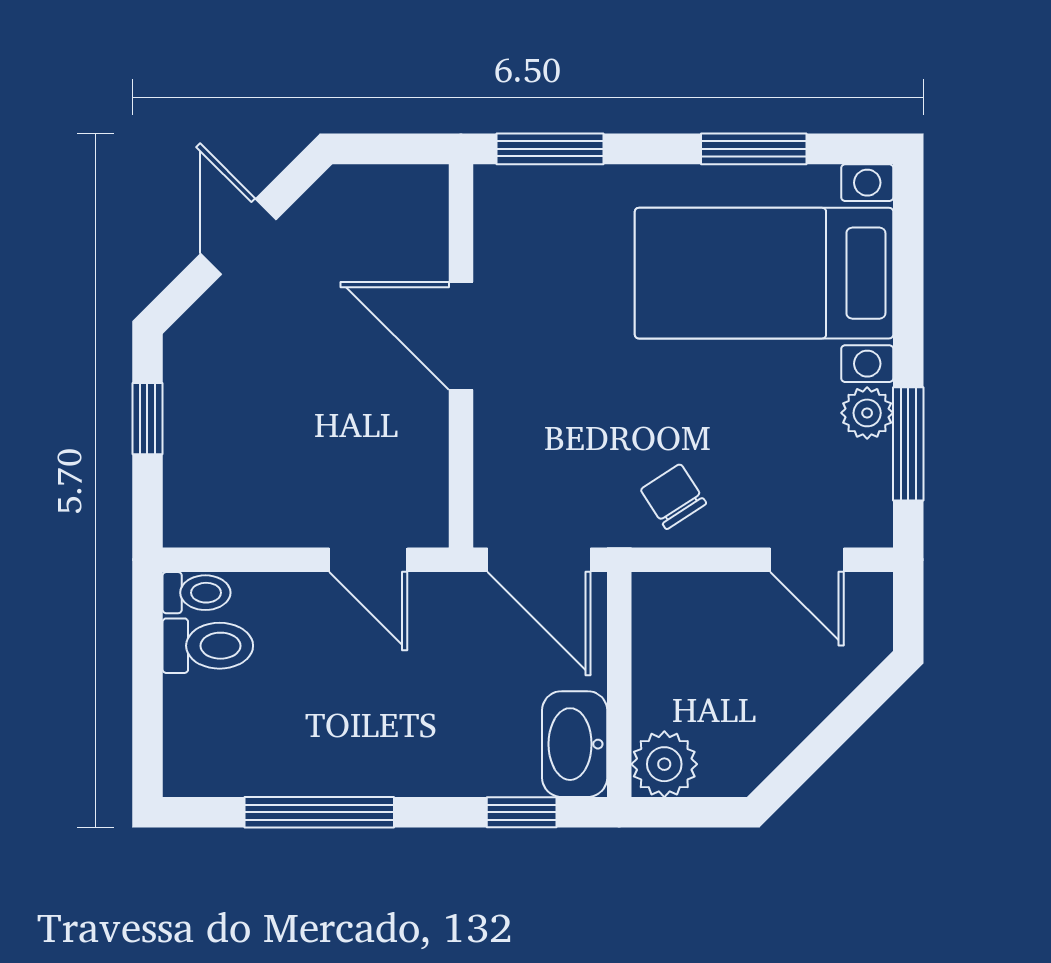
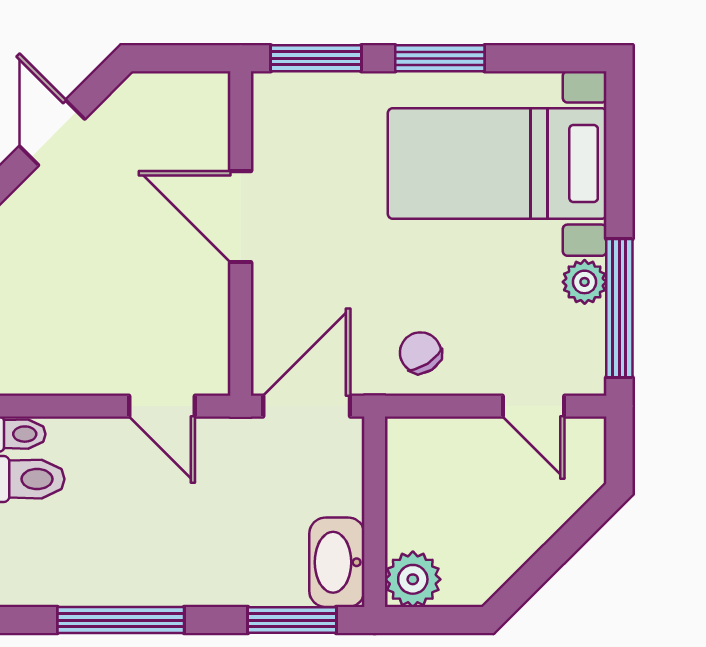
window: (754, 149) -> (440, 58), moved
window: (908, 444) -> (619, 308), width x1.44
door: (539, 560) -> (307, 406), swing flipped
window: (522, 812) -> (292, 620), width x1.50

